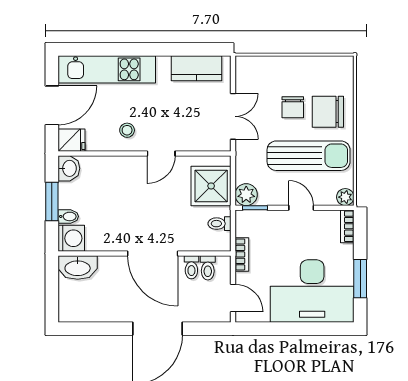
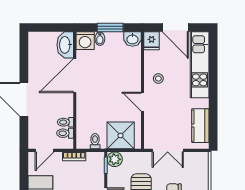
door: (153, 254) -> (75, 76), moved

